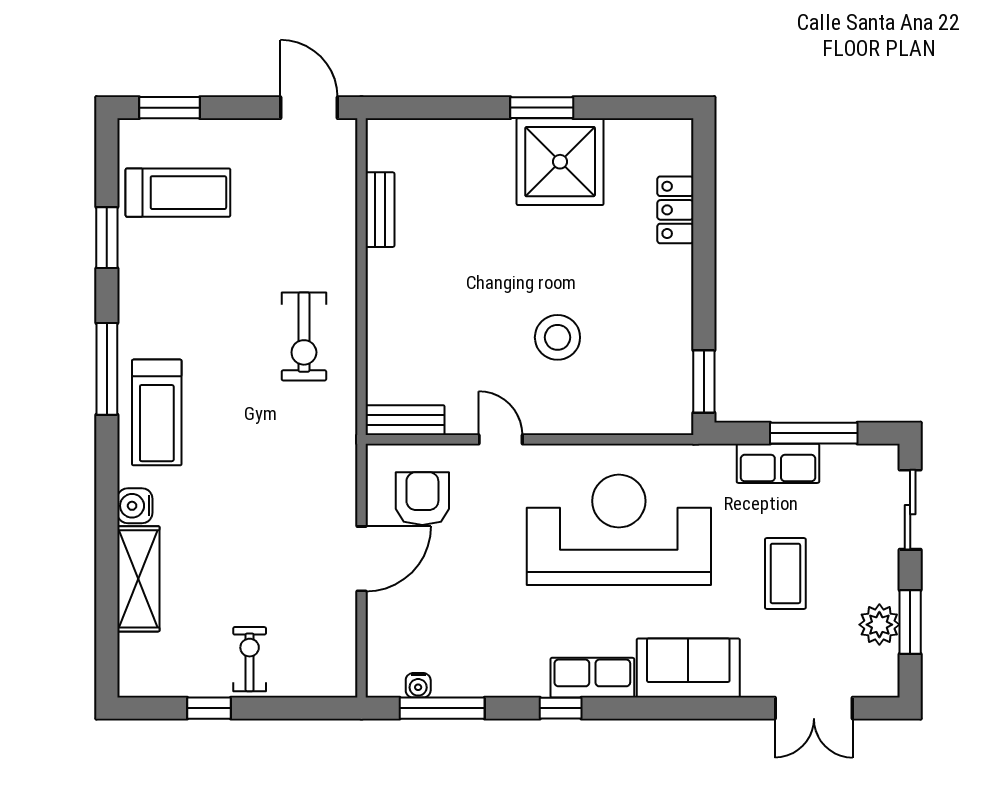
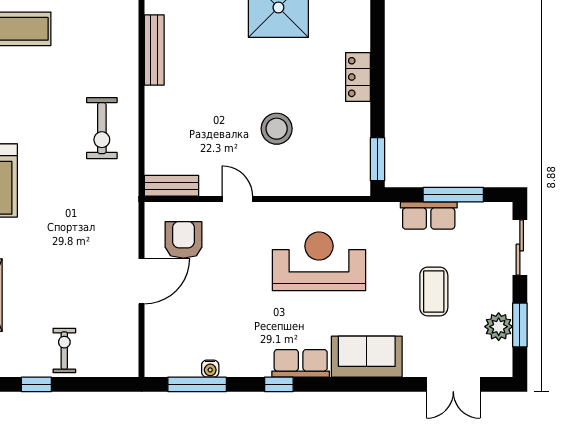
bench: (380, 210) -> (154, 50), width x1.36
locker: (675, 210) -> (358, 77), moved
reception desk: (619, 530) -> (319, 261), width x0.74, depth x0.77
water cooler: (418, 685) -> (210, 369), moved

